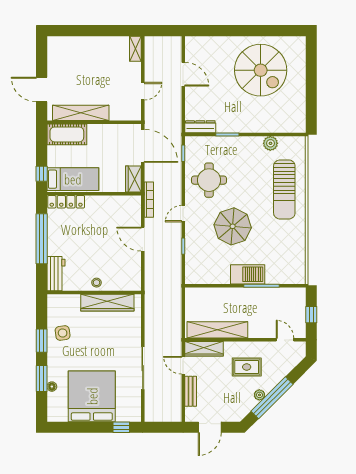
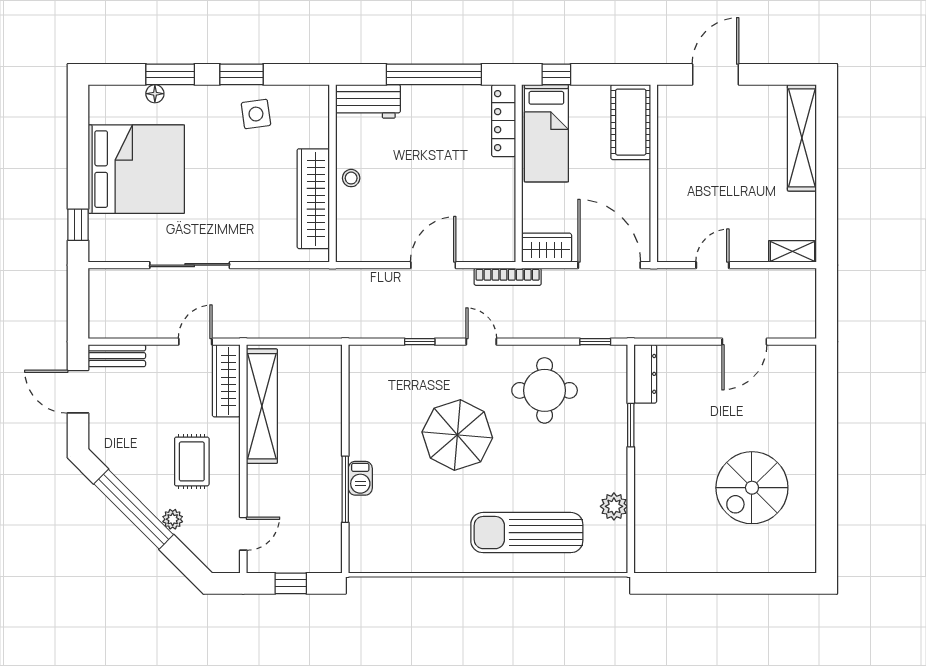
spiral stairs: (261, 70) -> (752, 488), width x0.73, depth x0.73
door: (143, 91) -> (712, 265), swing flipped
shelving: (81, 113) -> (802, 138), moved
door: (143, 146) -> (609, 265), swing flipped
barbecue: (248, 274) -> (360, 478), width x0.53, depth x0.65
bench: (191, 391) -> (117, 356), moved
plant: (259, 395) -> (173, 519), moved

